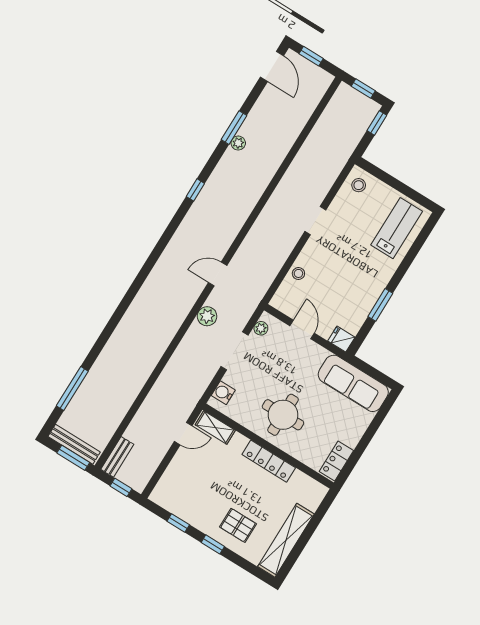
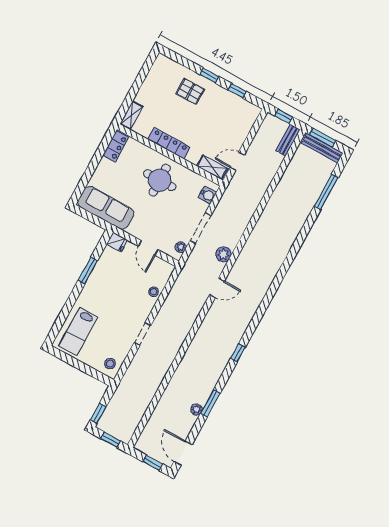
plant: (238, 143) -> (196, 410), moved
shelving: (286, 540) -> (131, 115), moved, width x0.45, depth x0.75

